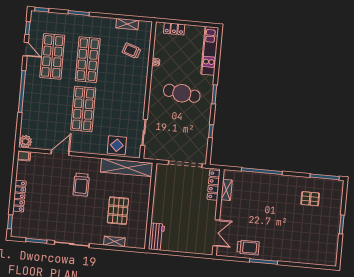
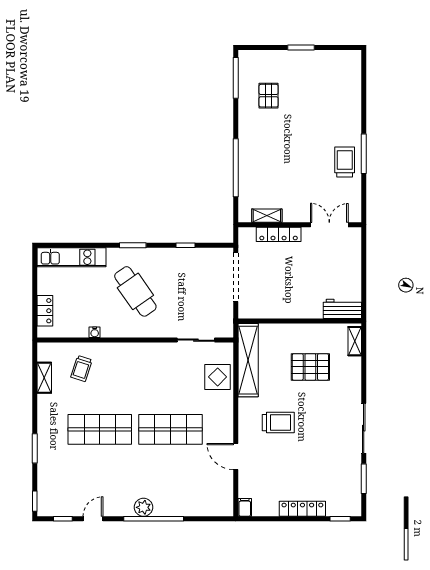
shop shelf: (52, 56) -> (100, 480), removed
cafe table: (182, 93) -> (135, 291), turned -43
plant: (25, 141) -> (144, 507), moved
locker: (214, 185) -> (279, 234), moved
shelving: (114, 242) -> (355, 341), moved
trolley: (248, 247) -> (345, 162), moved

